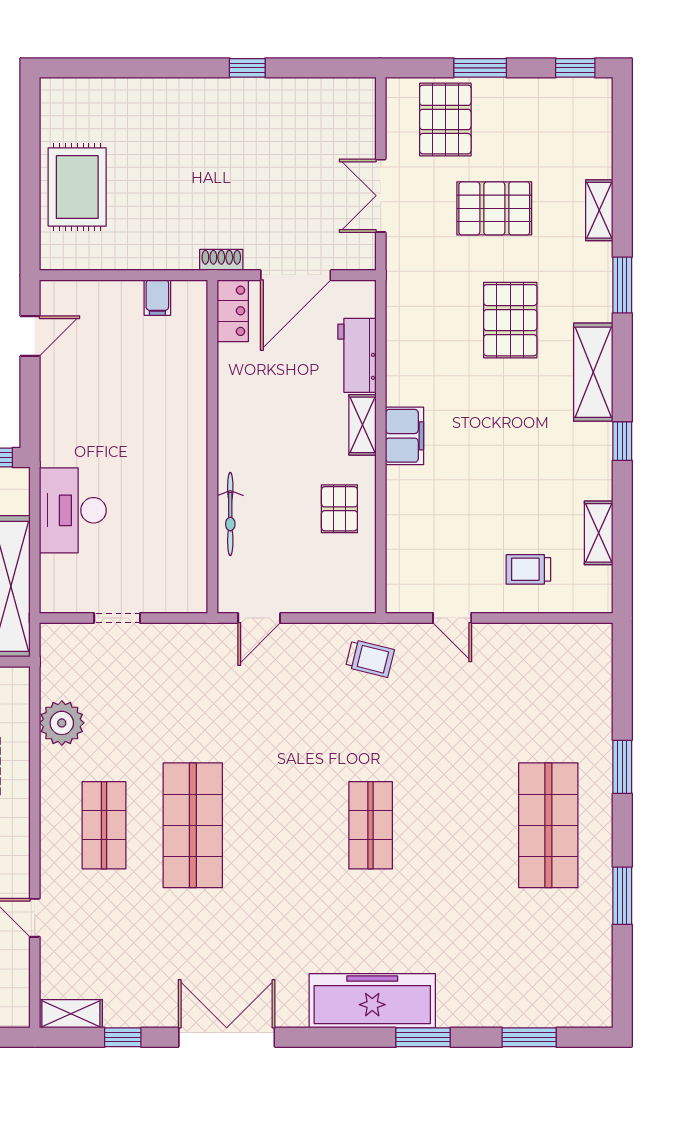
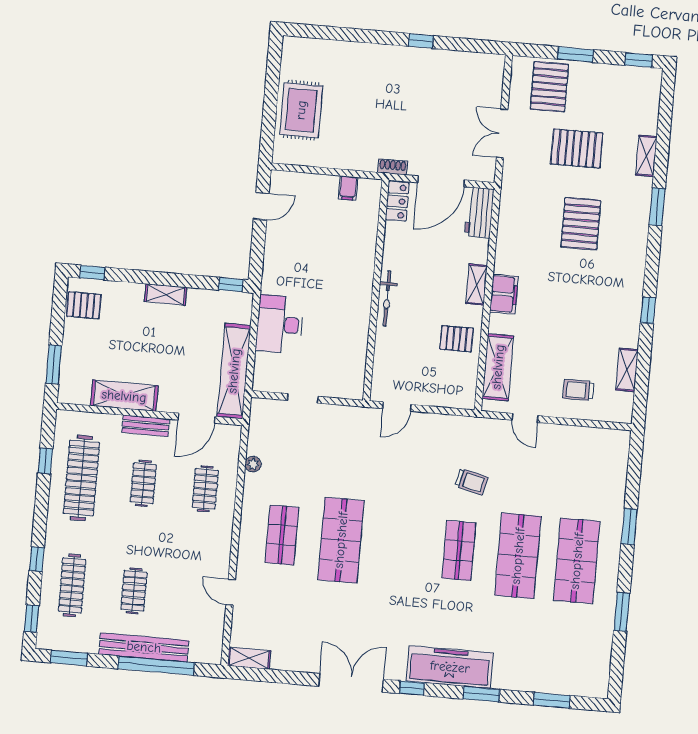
workbench: (357, 355) -> (479, 212), moved
shelving: (593, 372) -> (498, 367), moved
pallet: (339, 509) -> (457, 339), turned 90
bicycle: (230, 514) -> (387, 298), moved
trolley: (370, 658) -> (471, 482), moved
plant: (62, 723) -> (253, 464), width x0.53, depth x0.53
shop shelf: (459, 825) -> (518, 556), added
window: (123, 1037) -> (412, 688), moved

